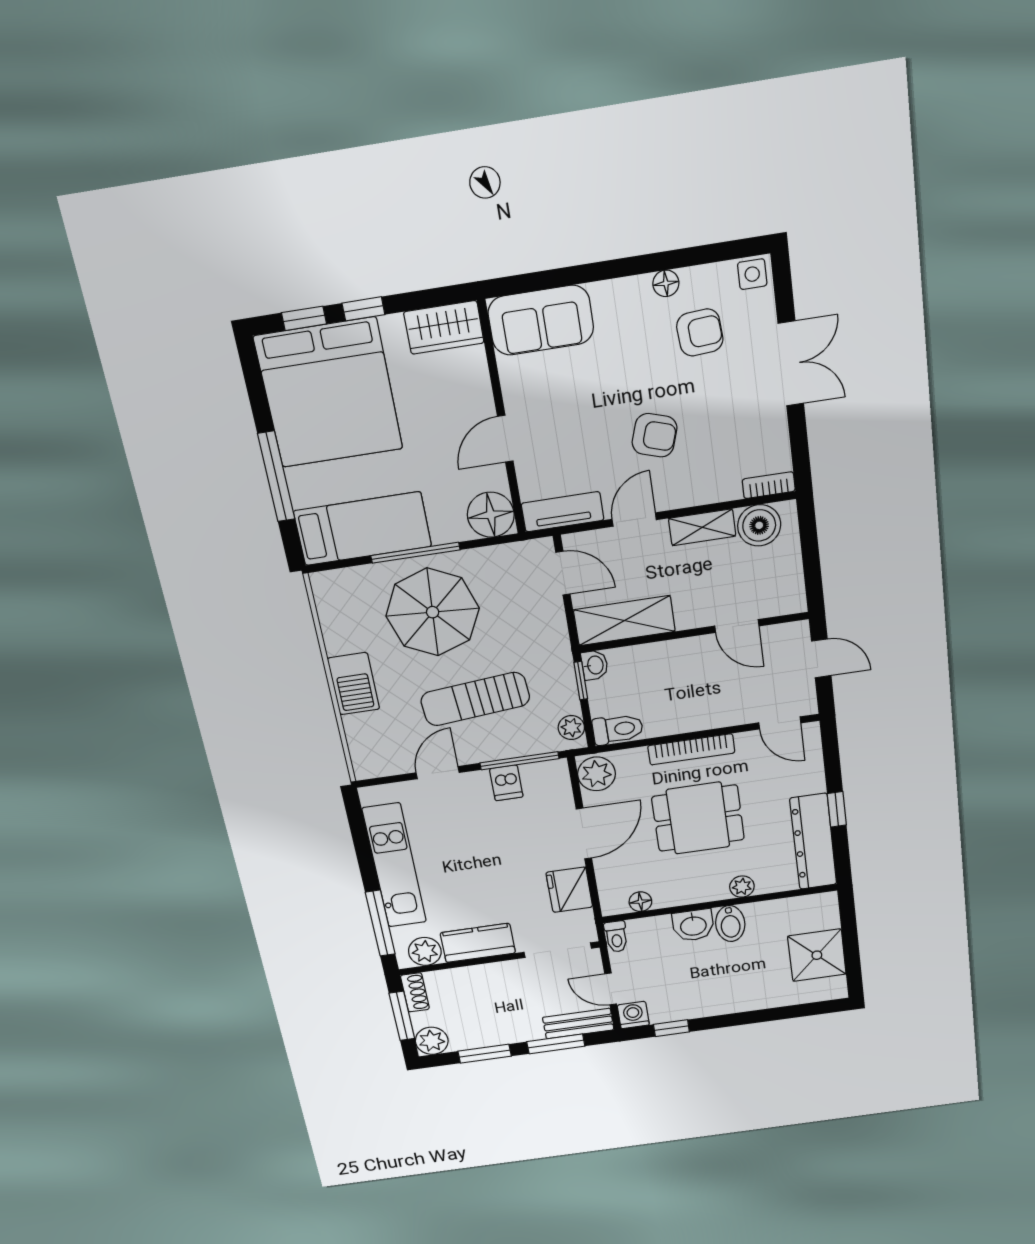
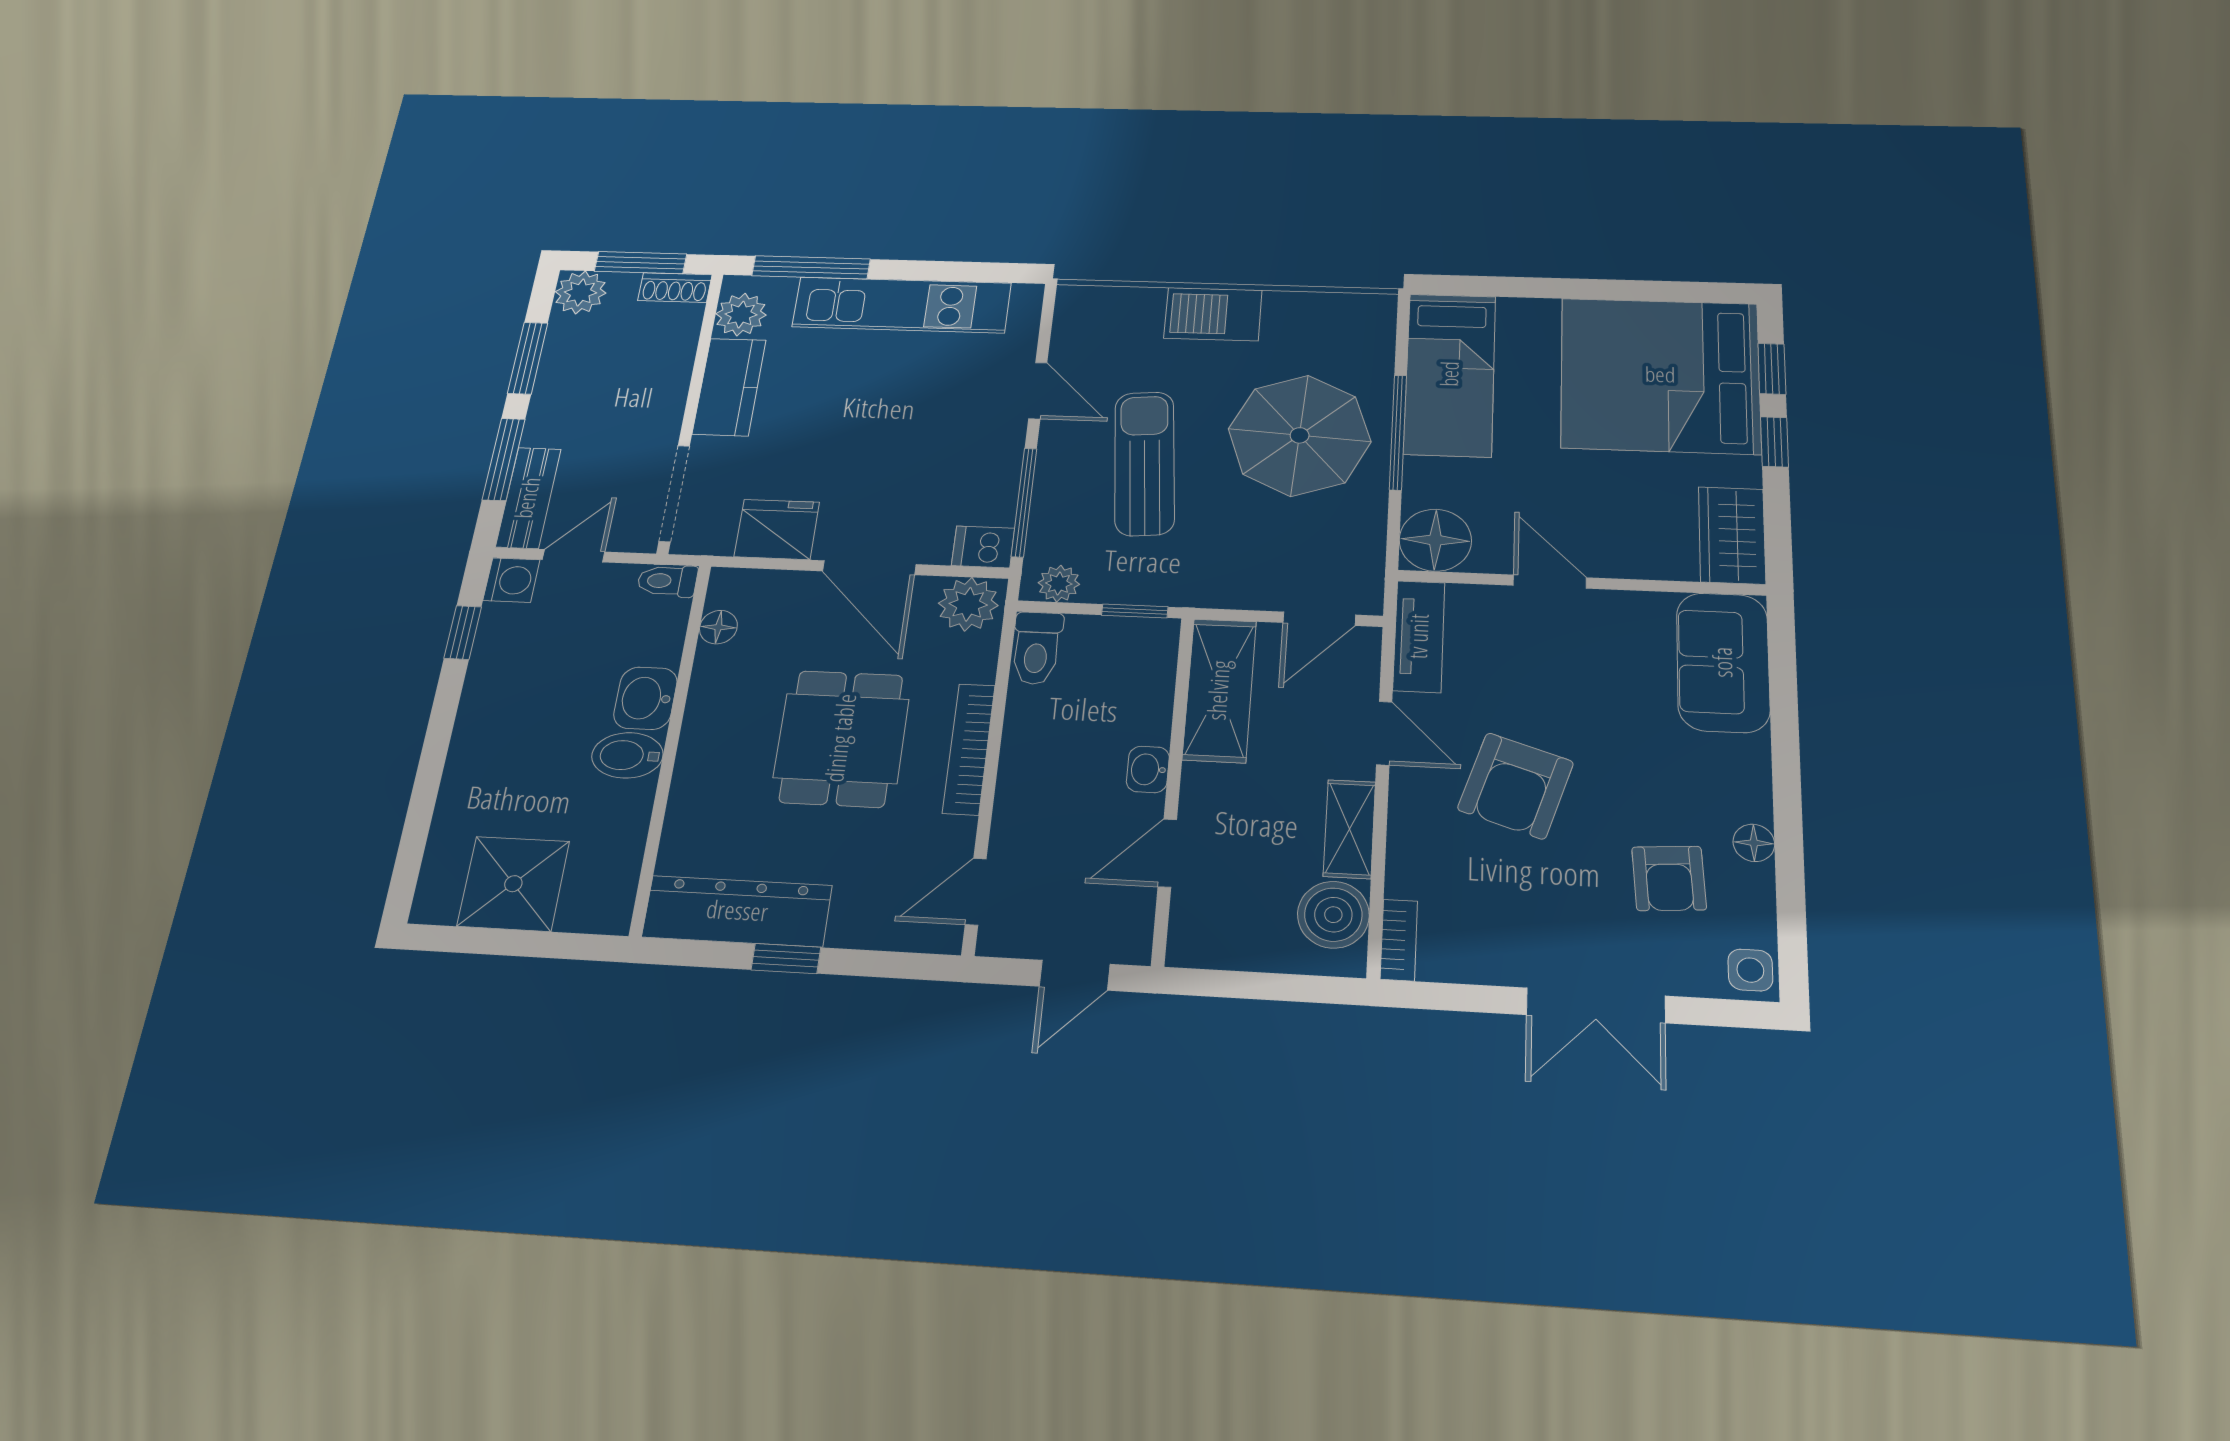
armchair: (655, 435) -> (1516, 786), width x1.38, depth x1.38
window: (276, 477) -> (1550, 288), removed
washbasin: (595, 665) -> (1148, 769), moved, turned 90
dishwasher: (506, 783) -> (983, 547), moved
plant: (742, 887) -> (691, 785), removed

